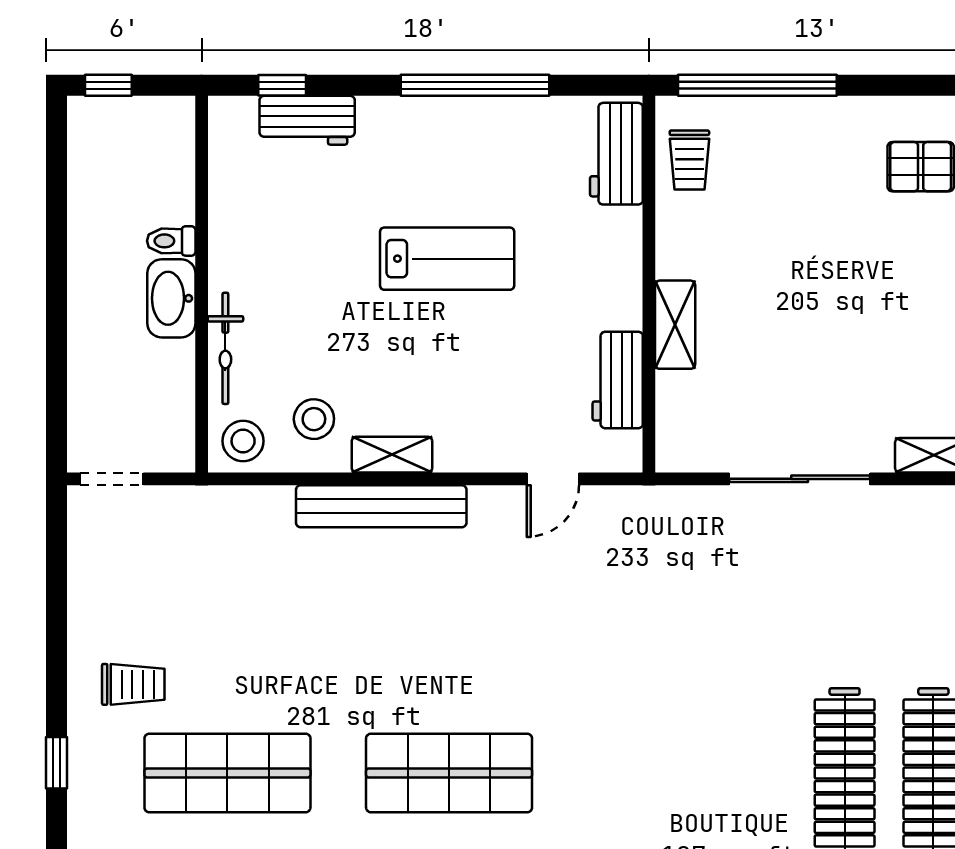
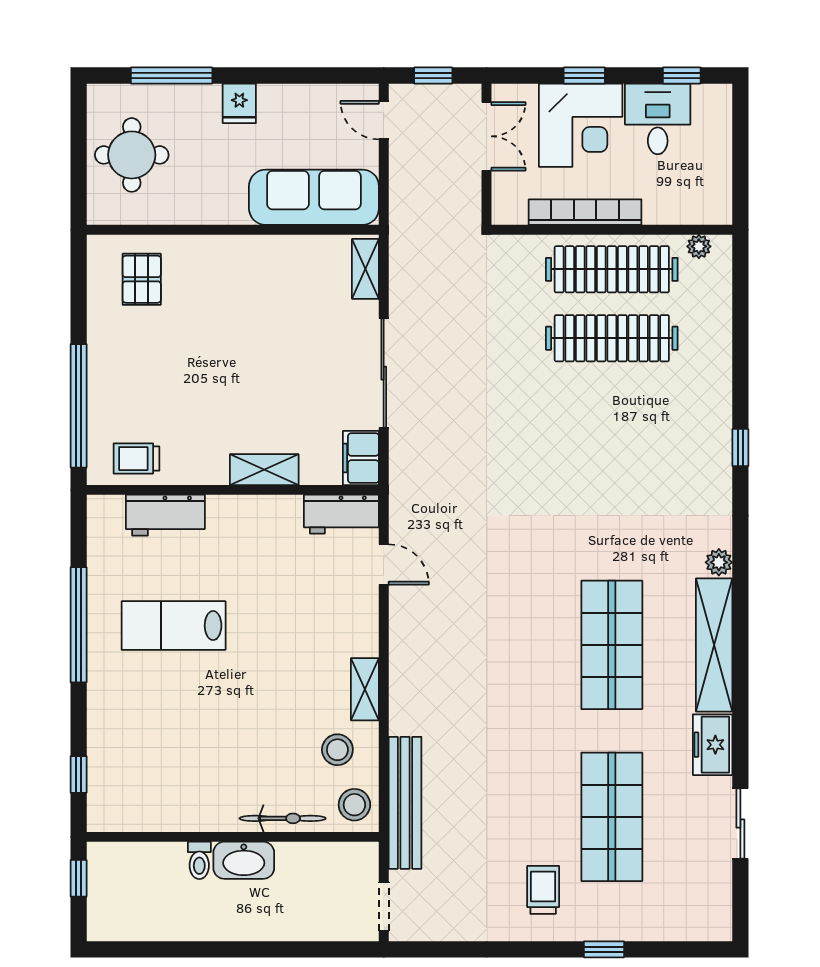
window: (108, 85) -> (79, 878), moved
workbench: (307, 120) -> (106, 755), removed
workbench: (616, 154) -> (165, 515), moved
trolley: (689, 160) -> (137, 459), turned 180
lab bench: (447, 259) -> (174, 626), moved, turned -90
workbench: (618, 380) -> (341, 514), moved
filing cabinet: (690, 449) -> (361, 458), added
bench: (381, 506) -> (405, 803), moved

